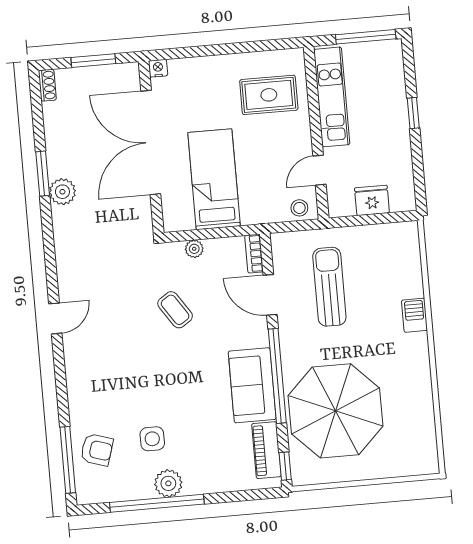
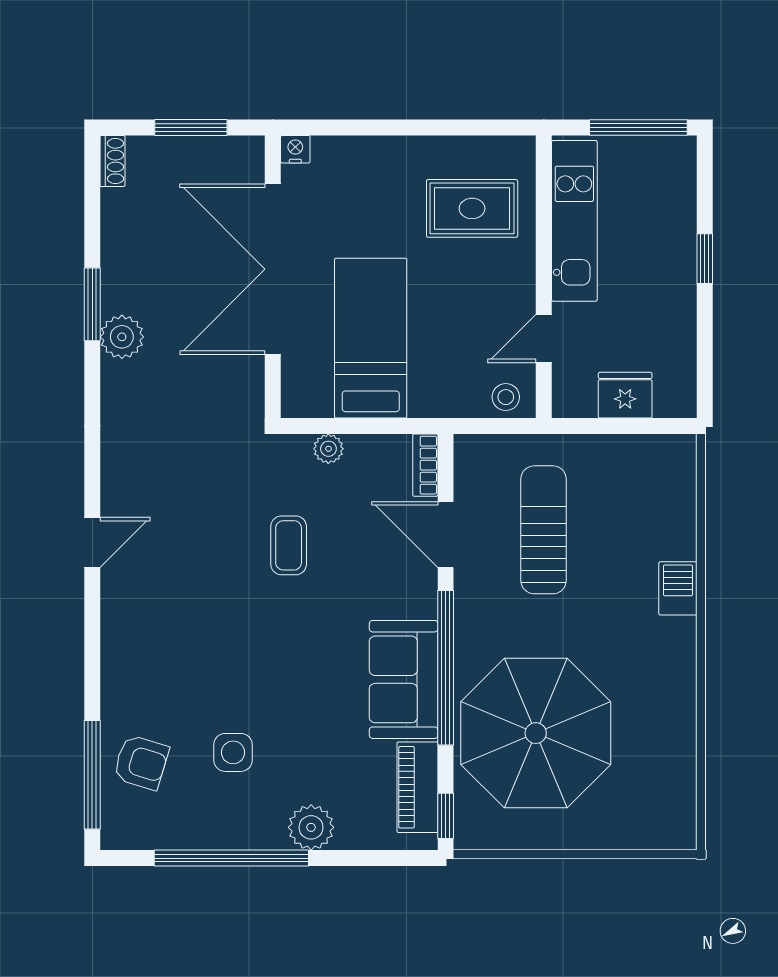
coffee table: (175, 310) -> (289, 545), turned 34
plant: (168, 483) -> (311, 827), moved

